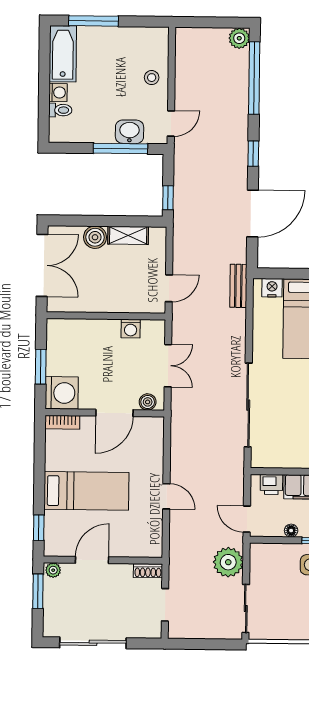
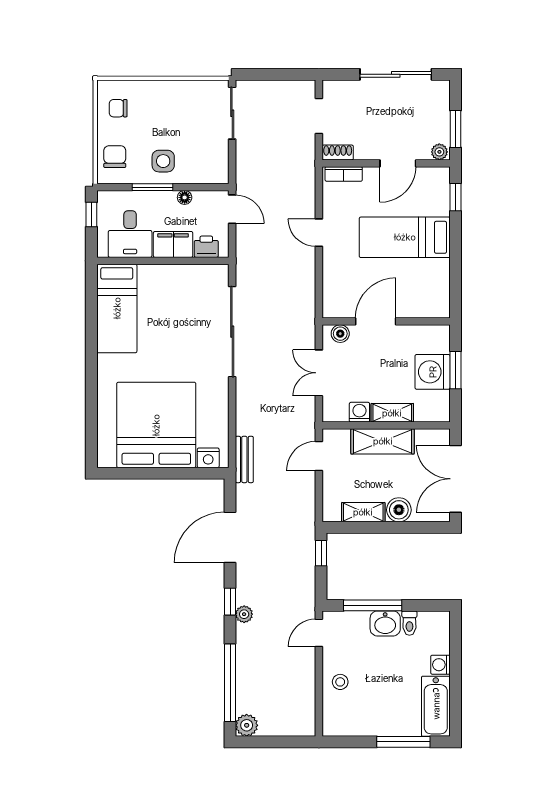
toilet: (60, 110) -> (409, 623), moved, turned -90
washbasin: (129, 132) -> (385, 623), moved
shelving: (109, 301) -> (383, 441), added
shelving: (100, 328) -> (392, 413), added
washing machine: (62, 393) -> (433, 372), moved
bookcase: (62, 422) -> (344, 174), moved, turned 180
plant: (228, 562) -> (244, 614), moved, width x0.53, depth x0.53

